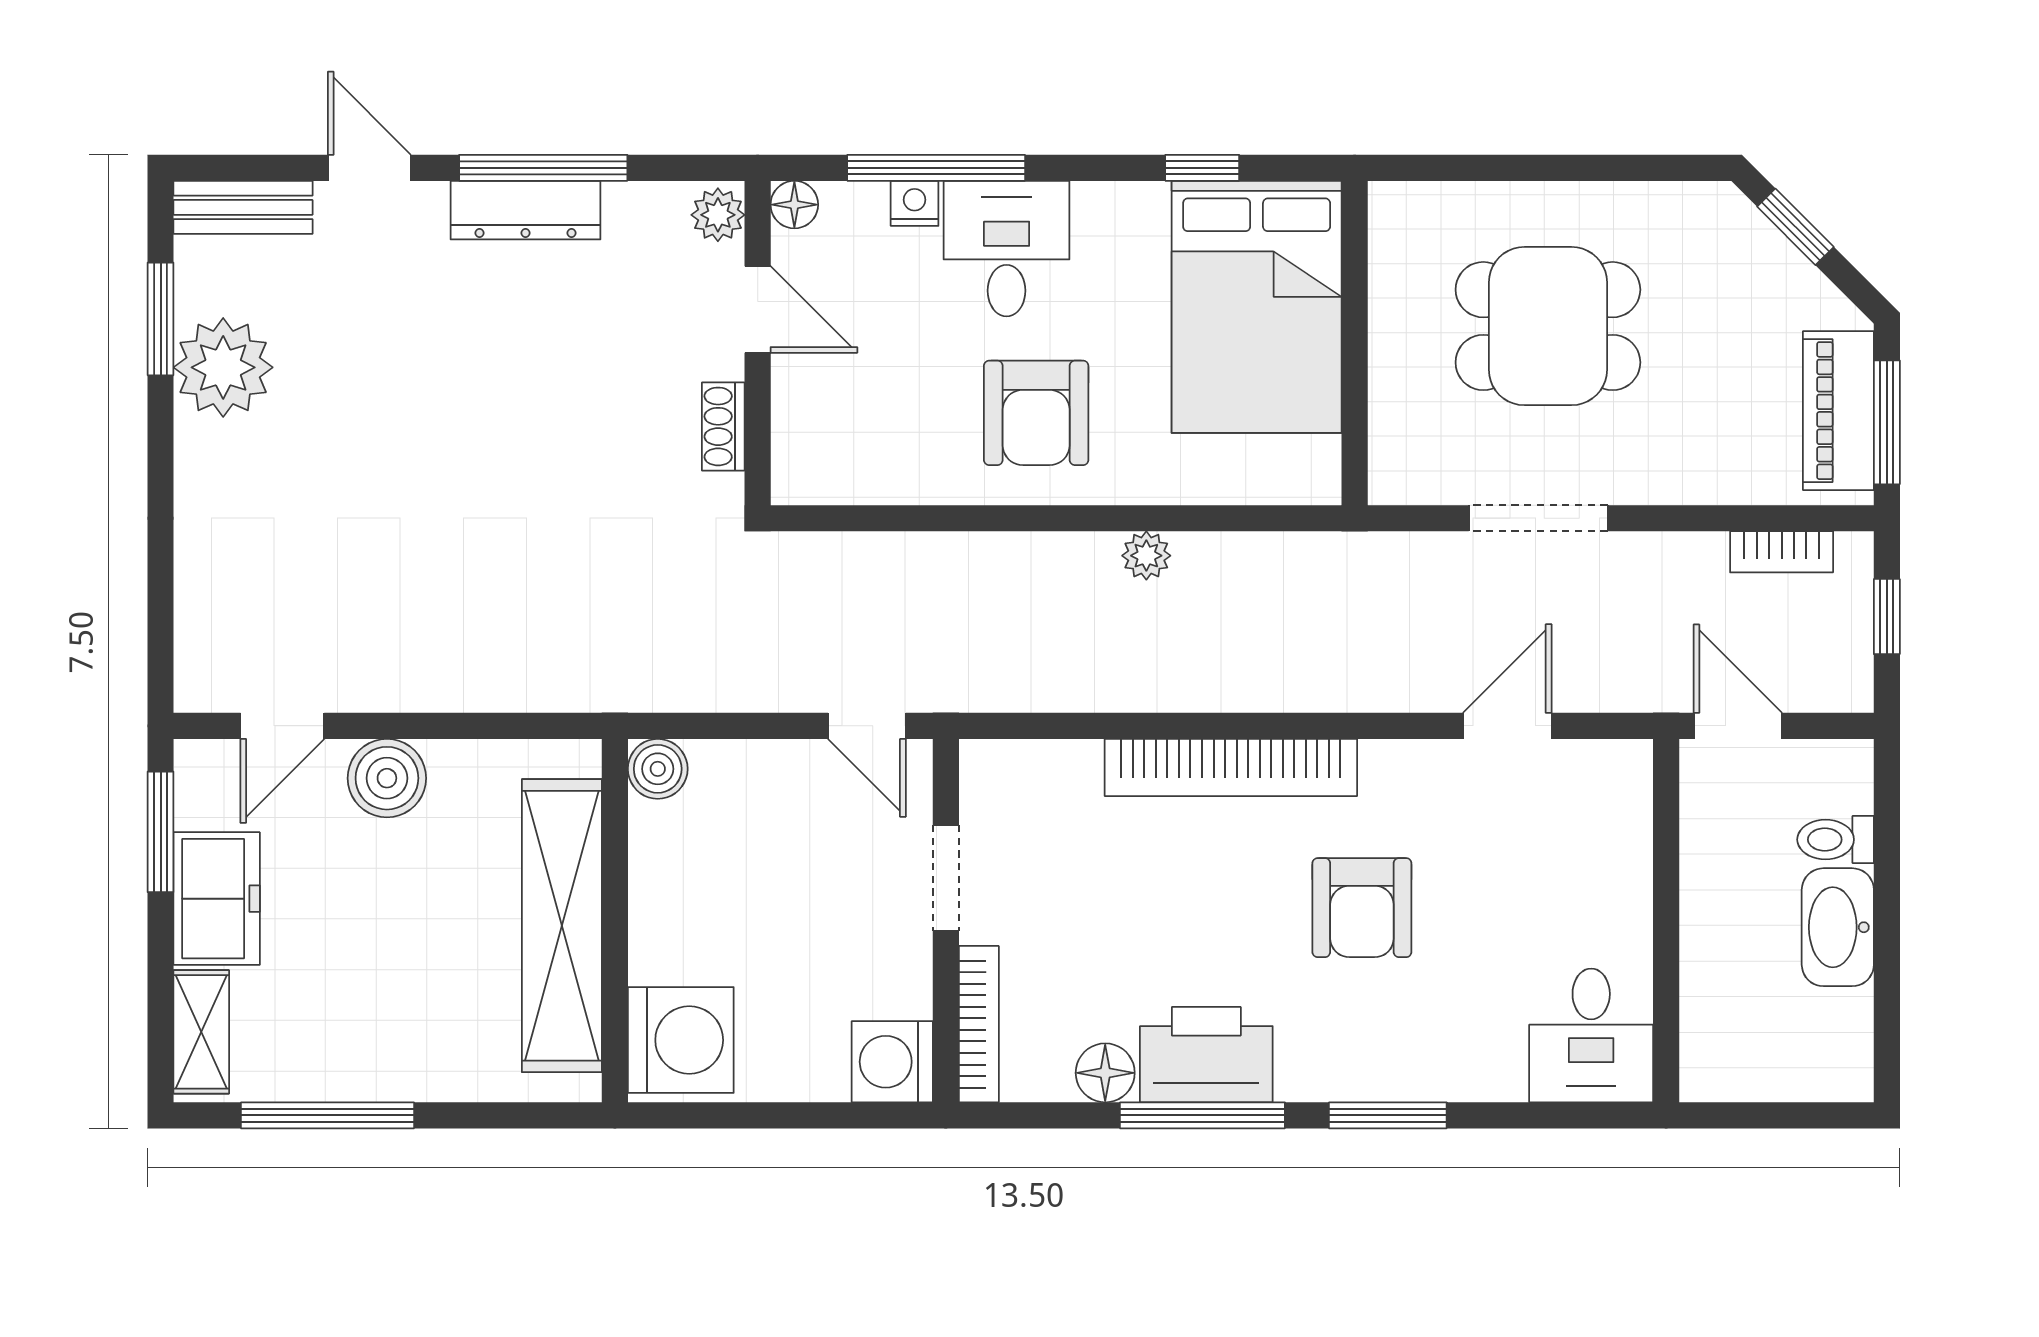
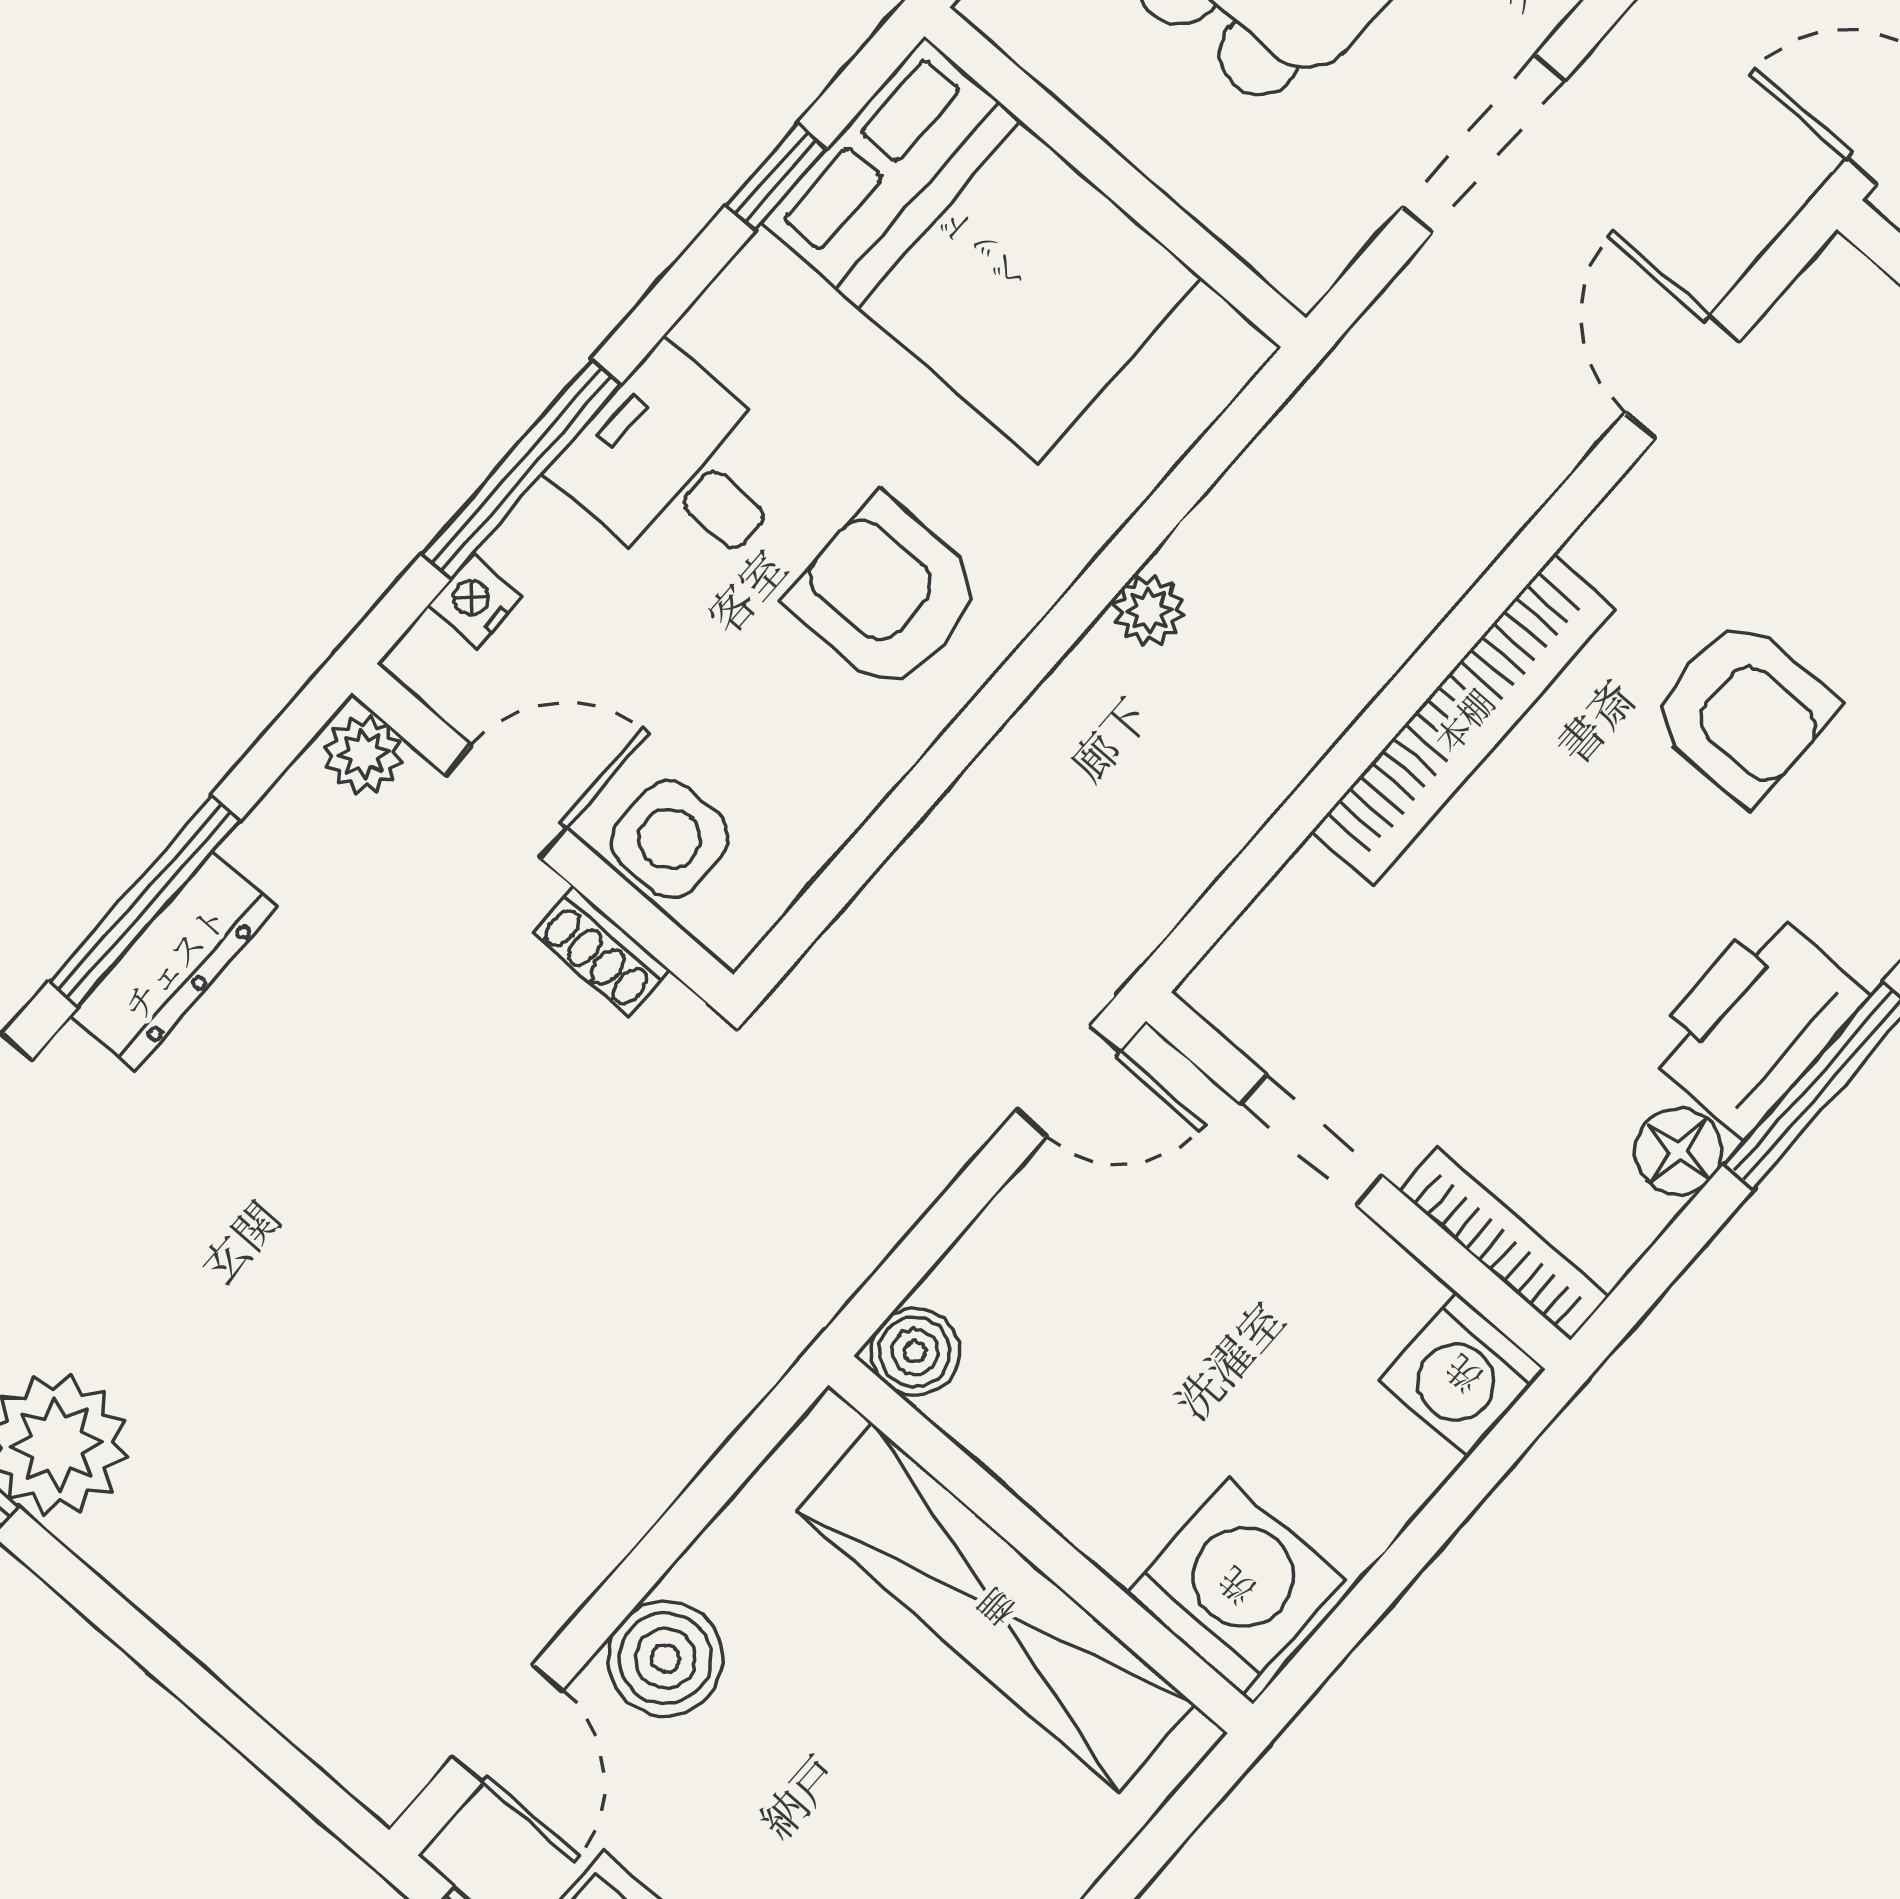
nightstand: (915, 203) -> (475, 601), moved
floor lamp: (794, 205) -> (426, 660), removed
side table: (812, 411) -> (670, 839), added
armchair: (1036, 413) -> (887, 594), turned 180

